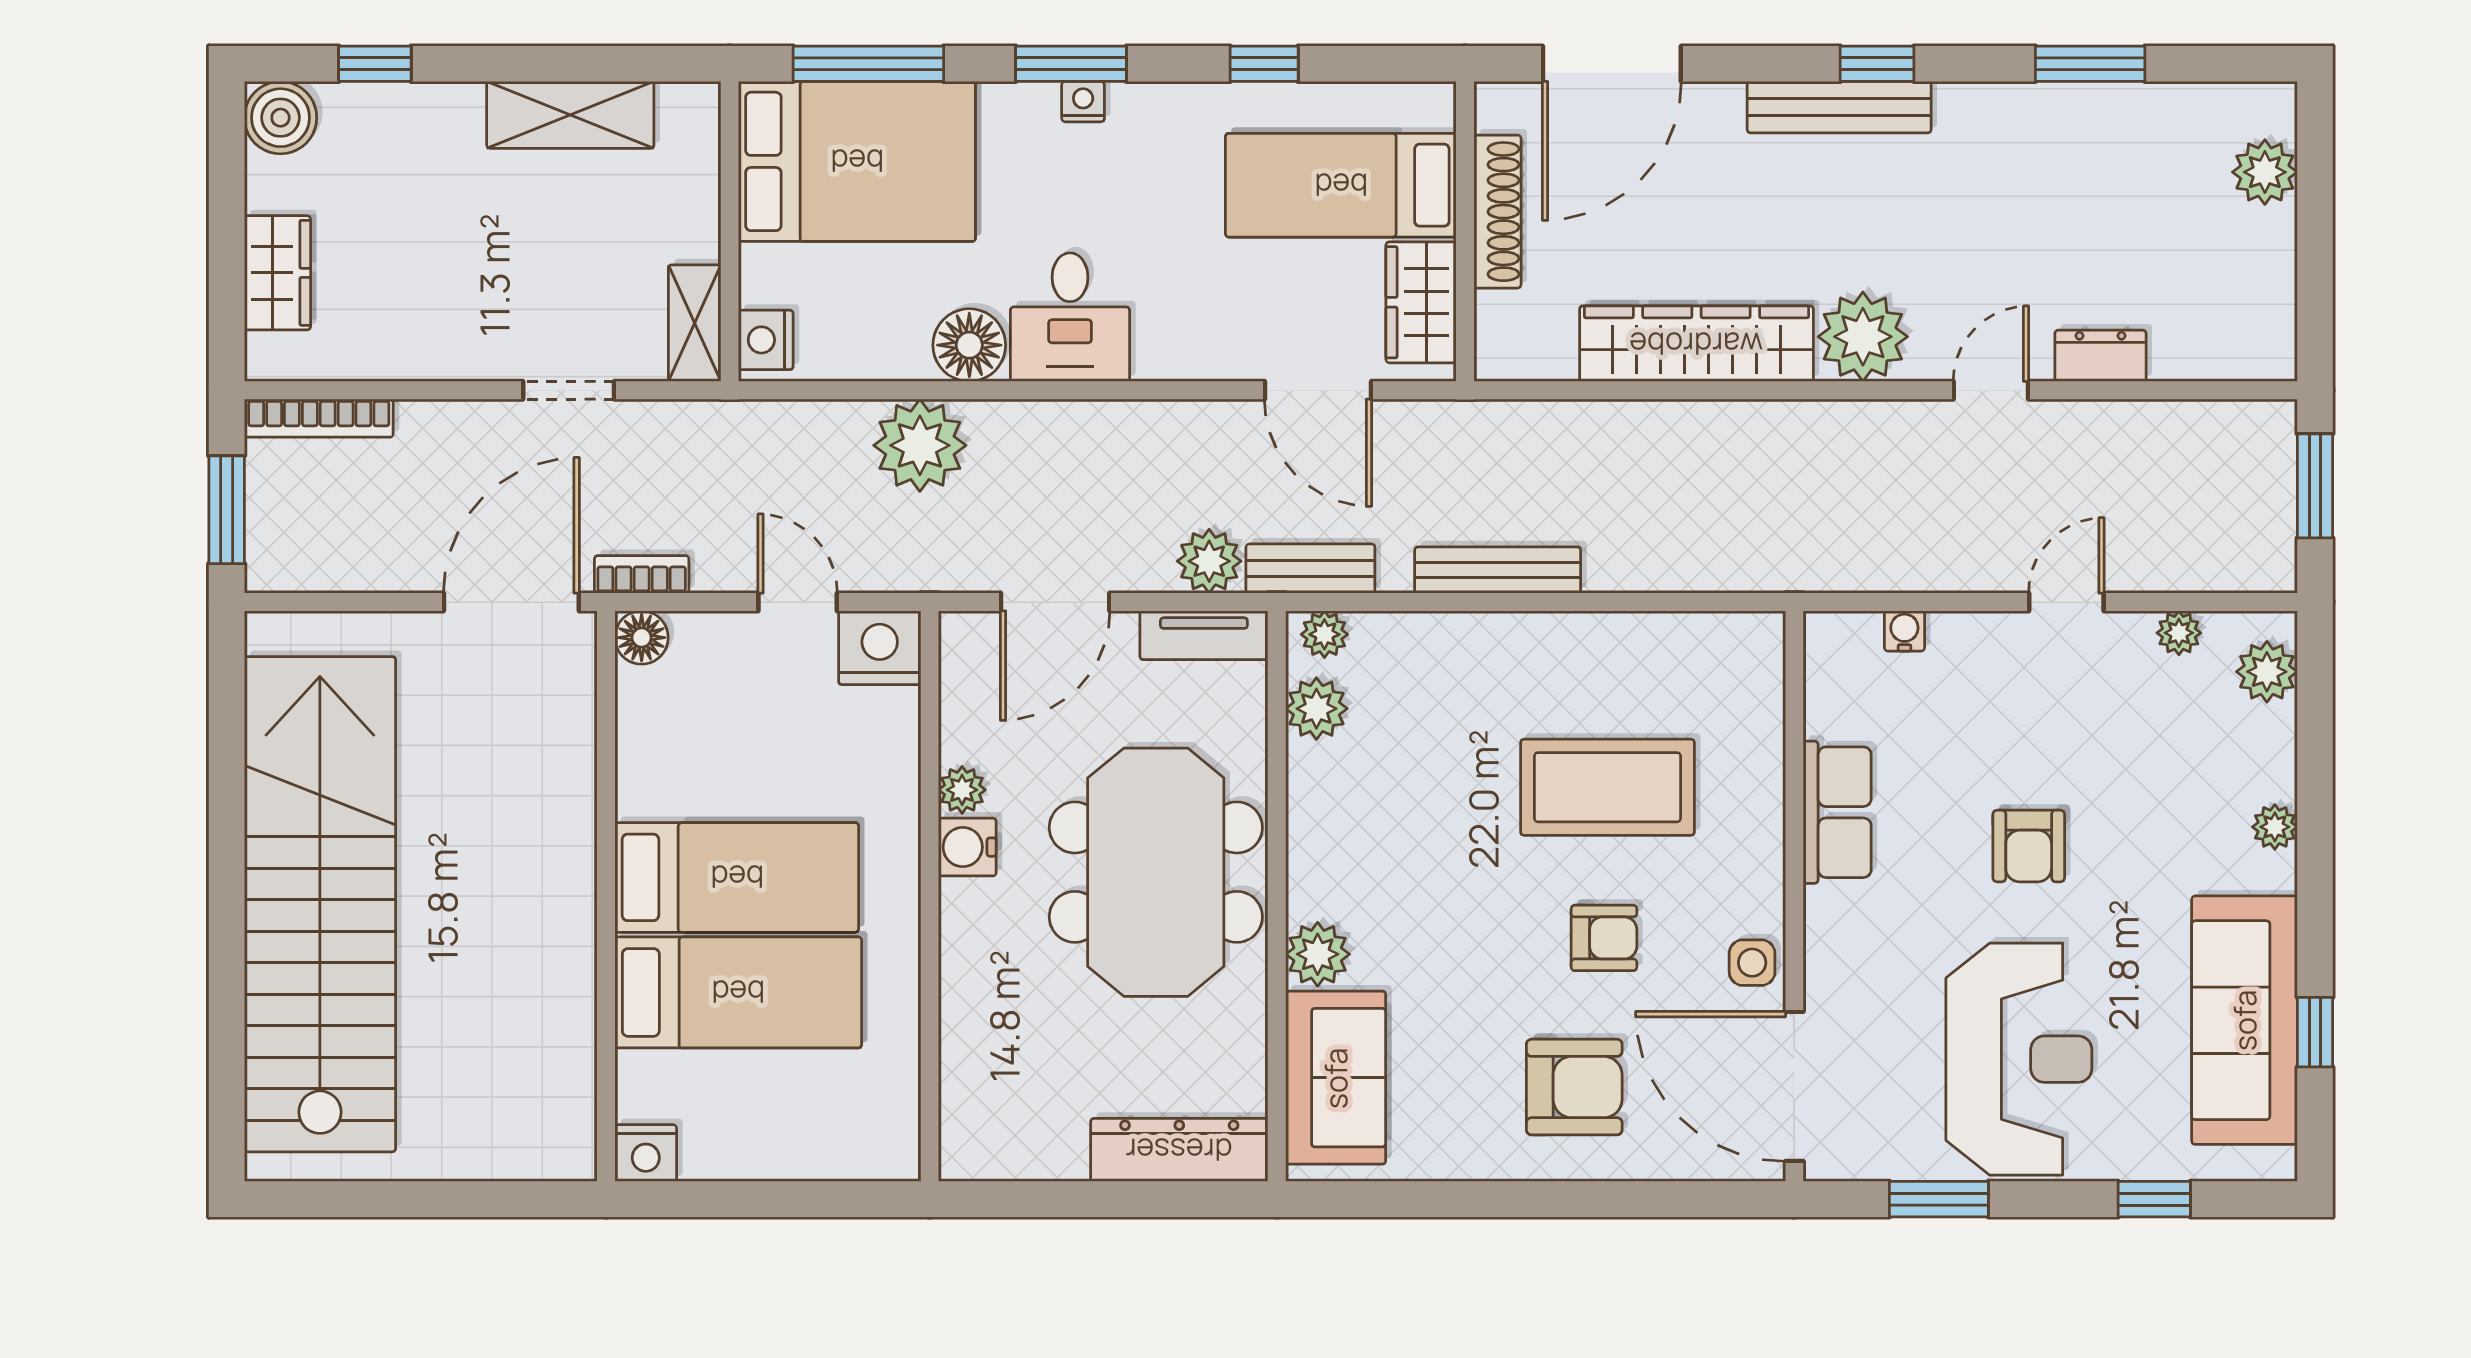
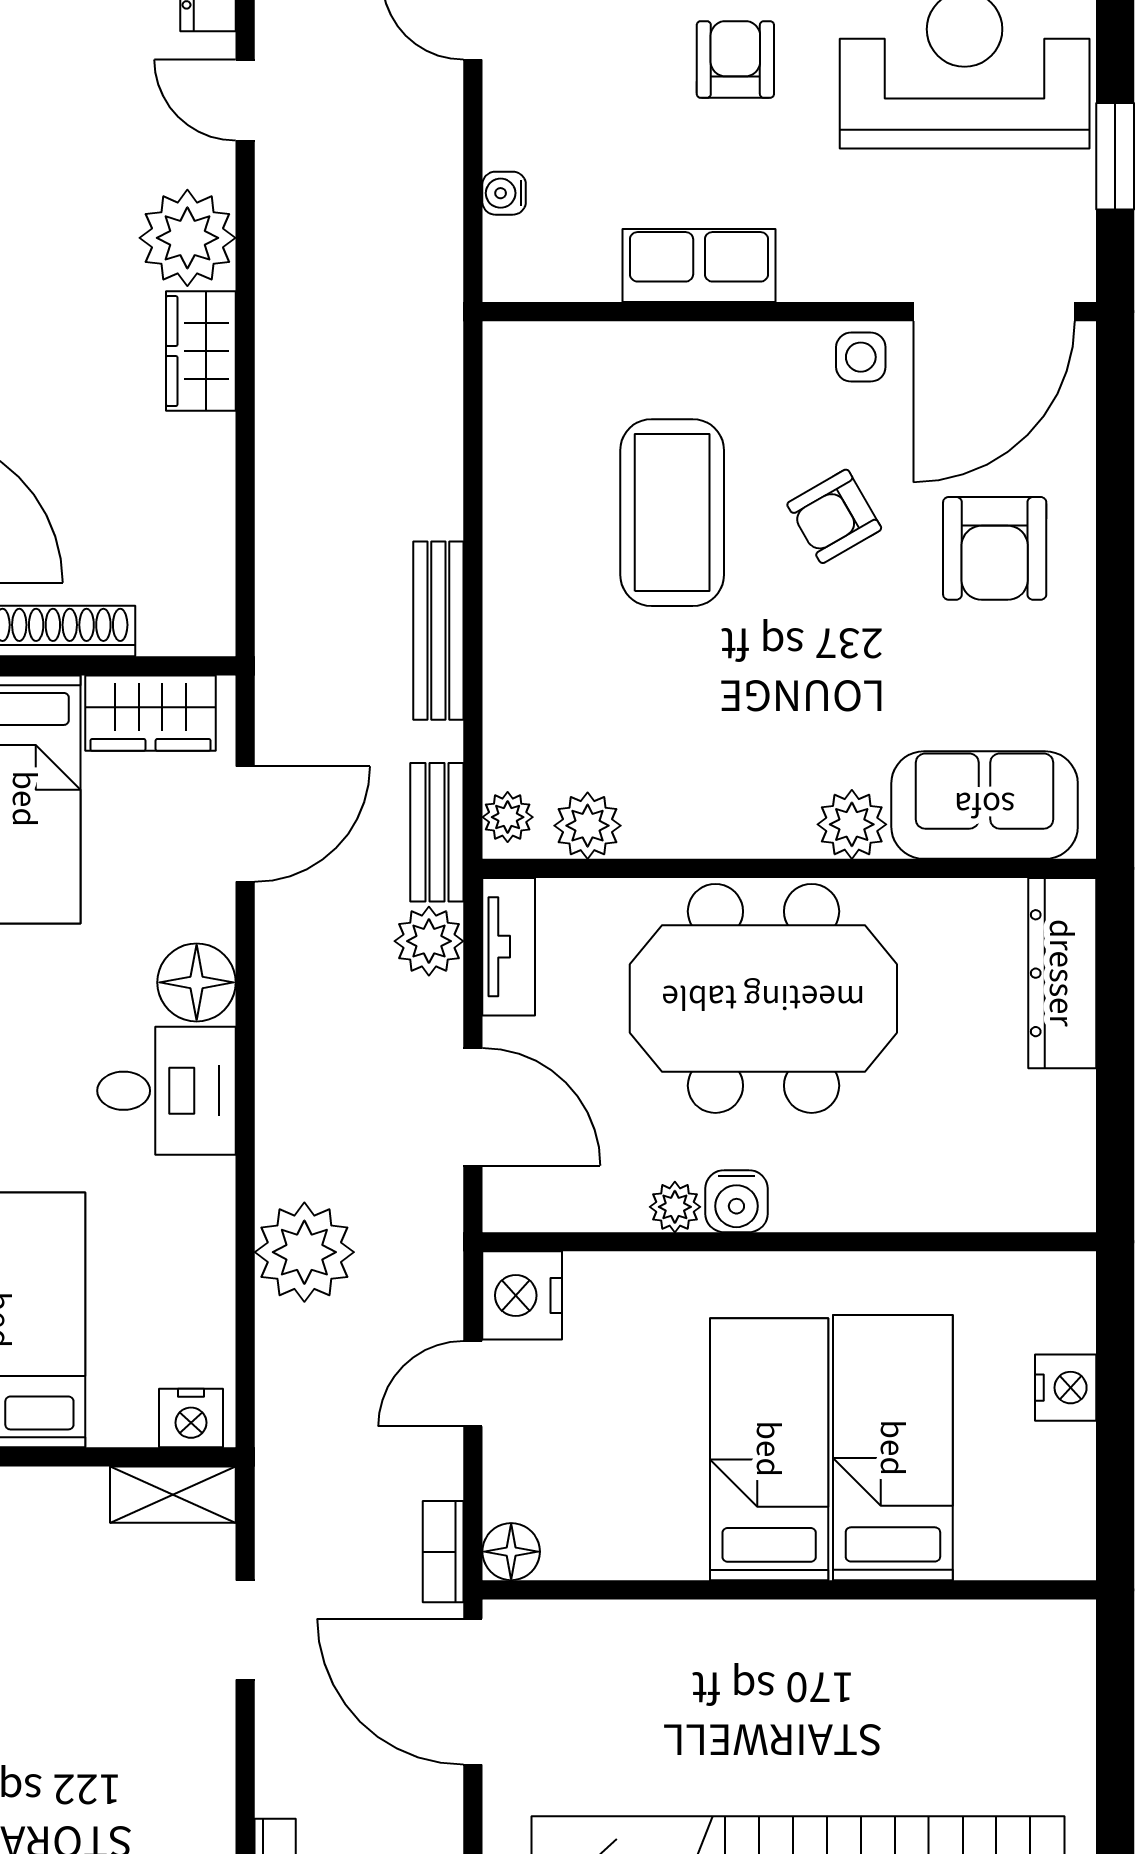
wardrobe: (1696, 344) -> (201, 351), width x0.48, depth x0.85
floor lamp: (969, 345) -> (197, 982), moved
armchair: (2029, 846) -> (735, 60), turned -90
armchair: (1604, 938) -> (834, 516), turned -120
armchair: (1574, 1087) -> (995, 548), turned 180
nightstand: (646, 1153) -> (1066, 1388), moved

